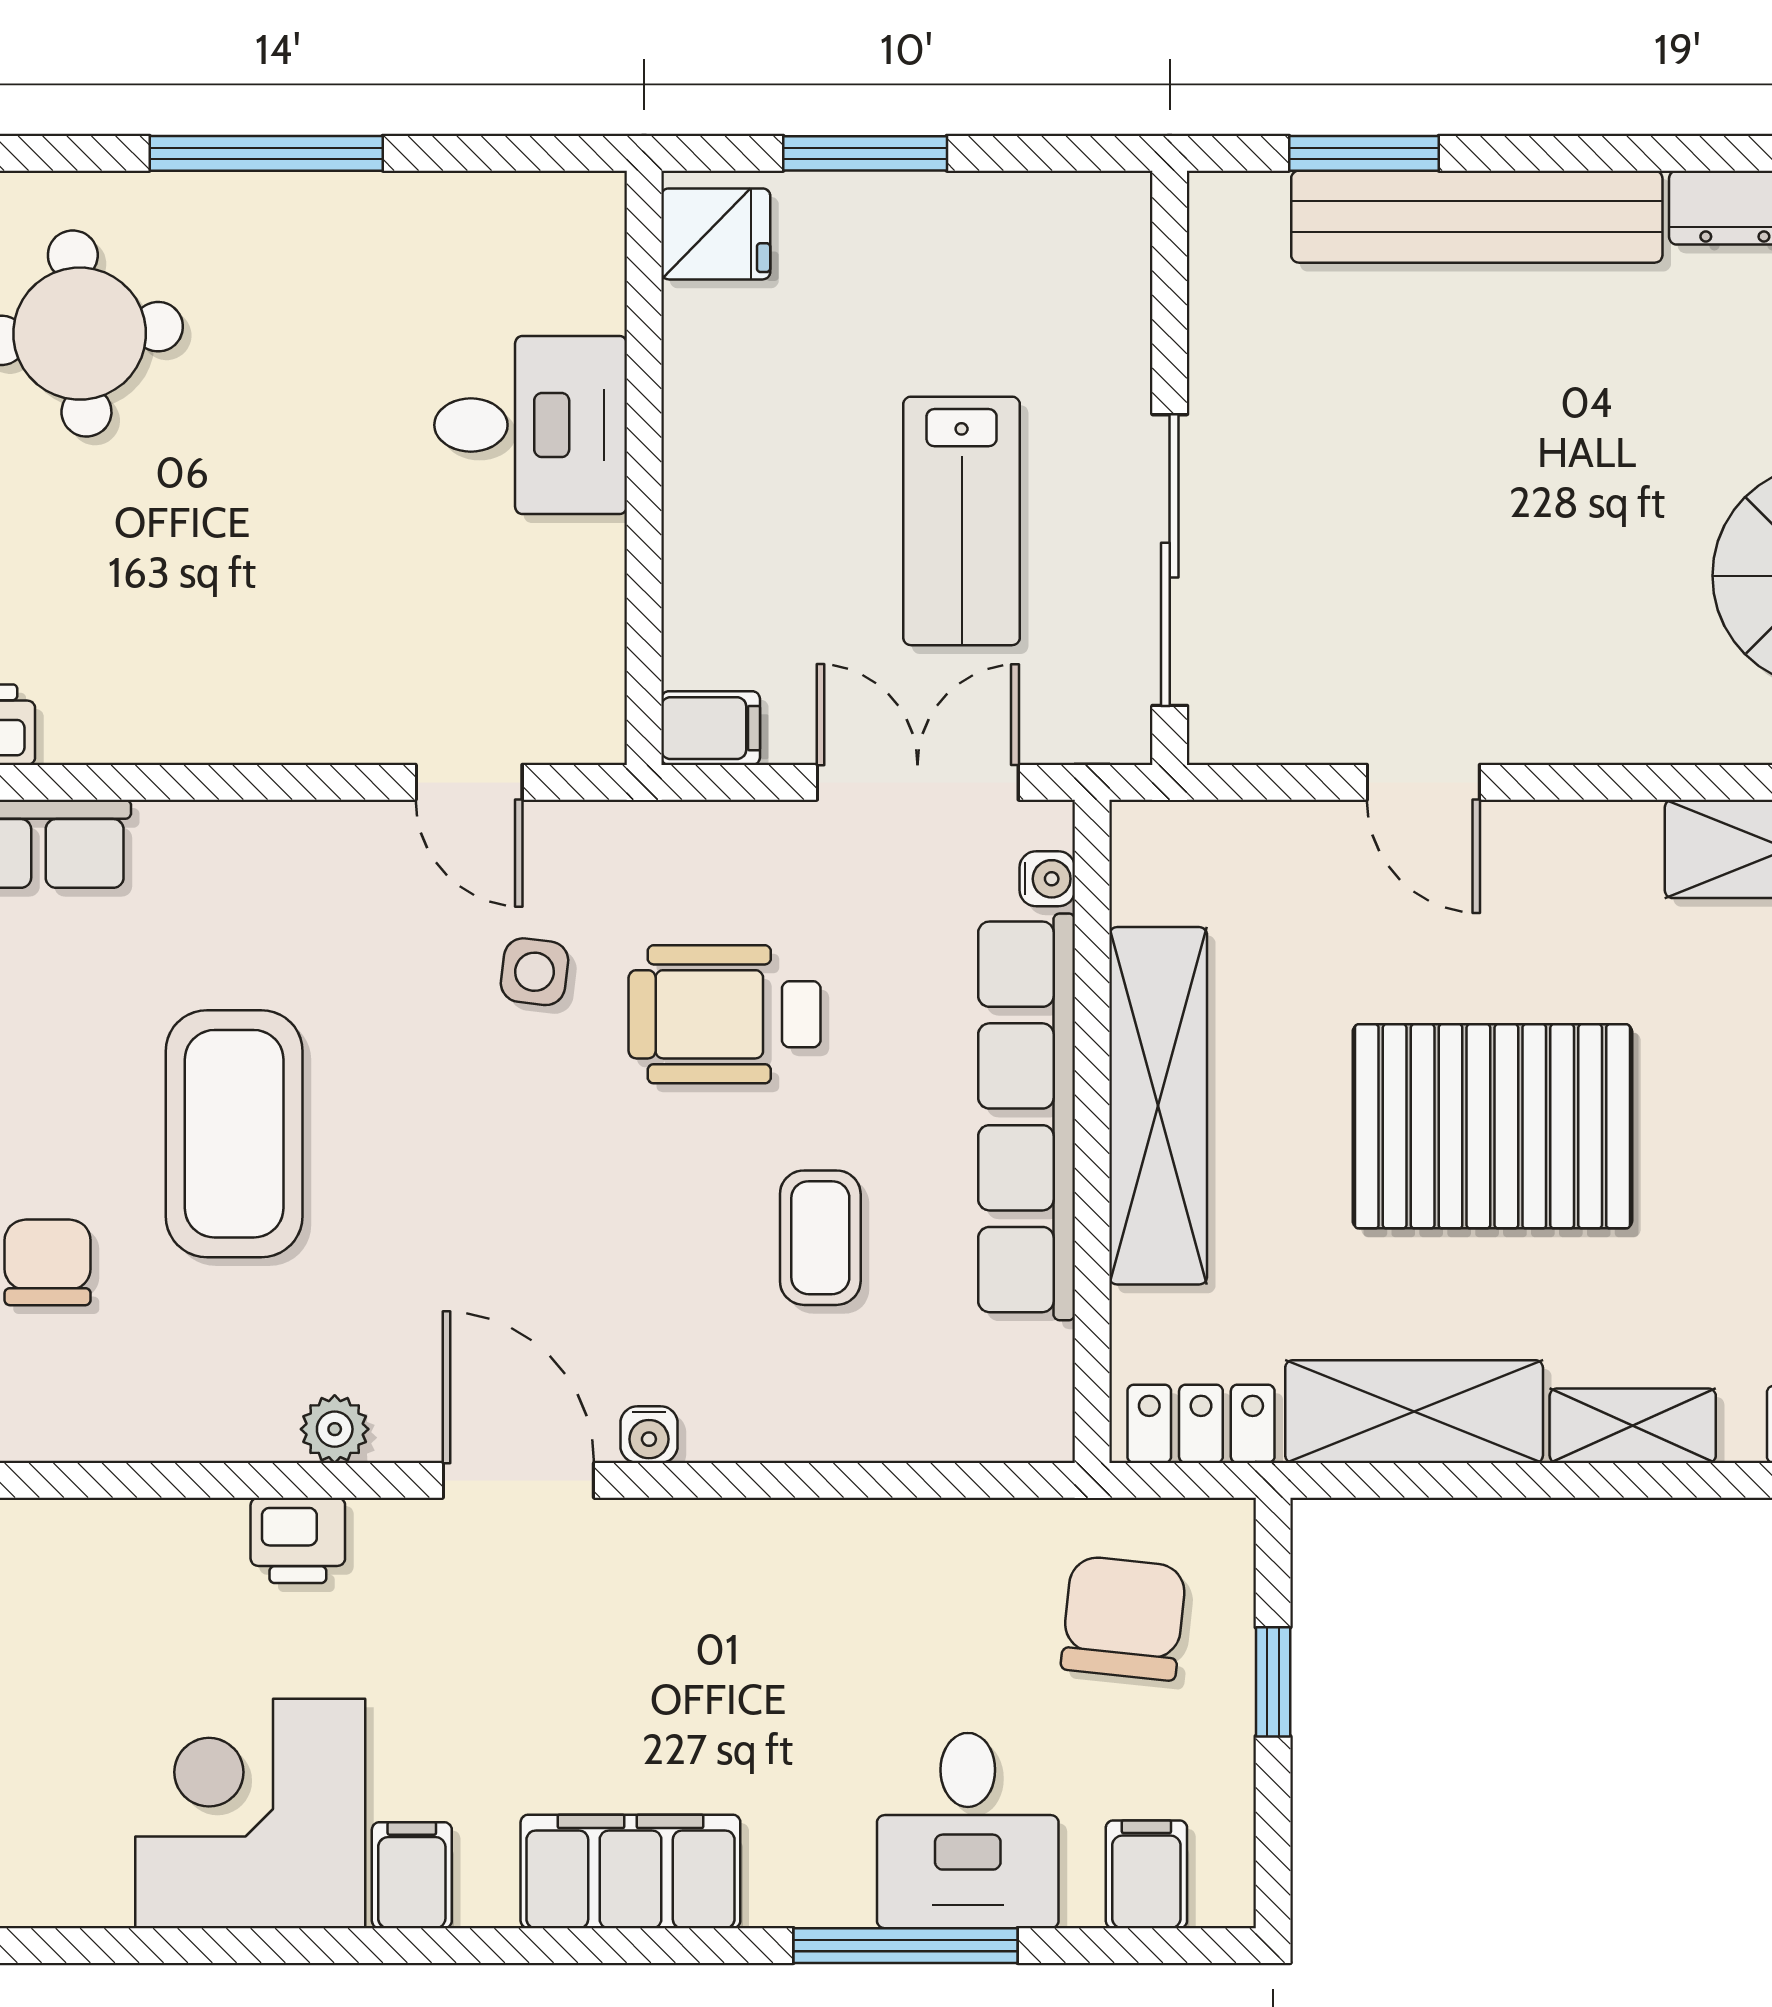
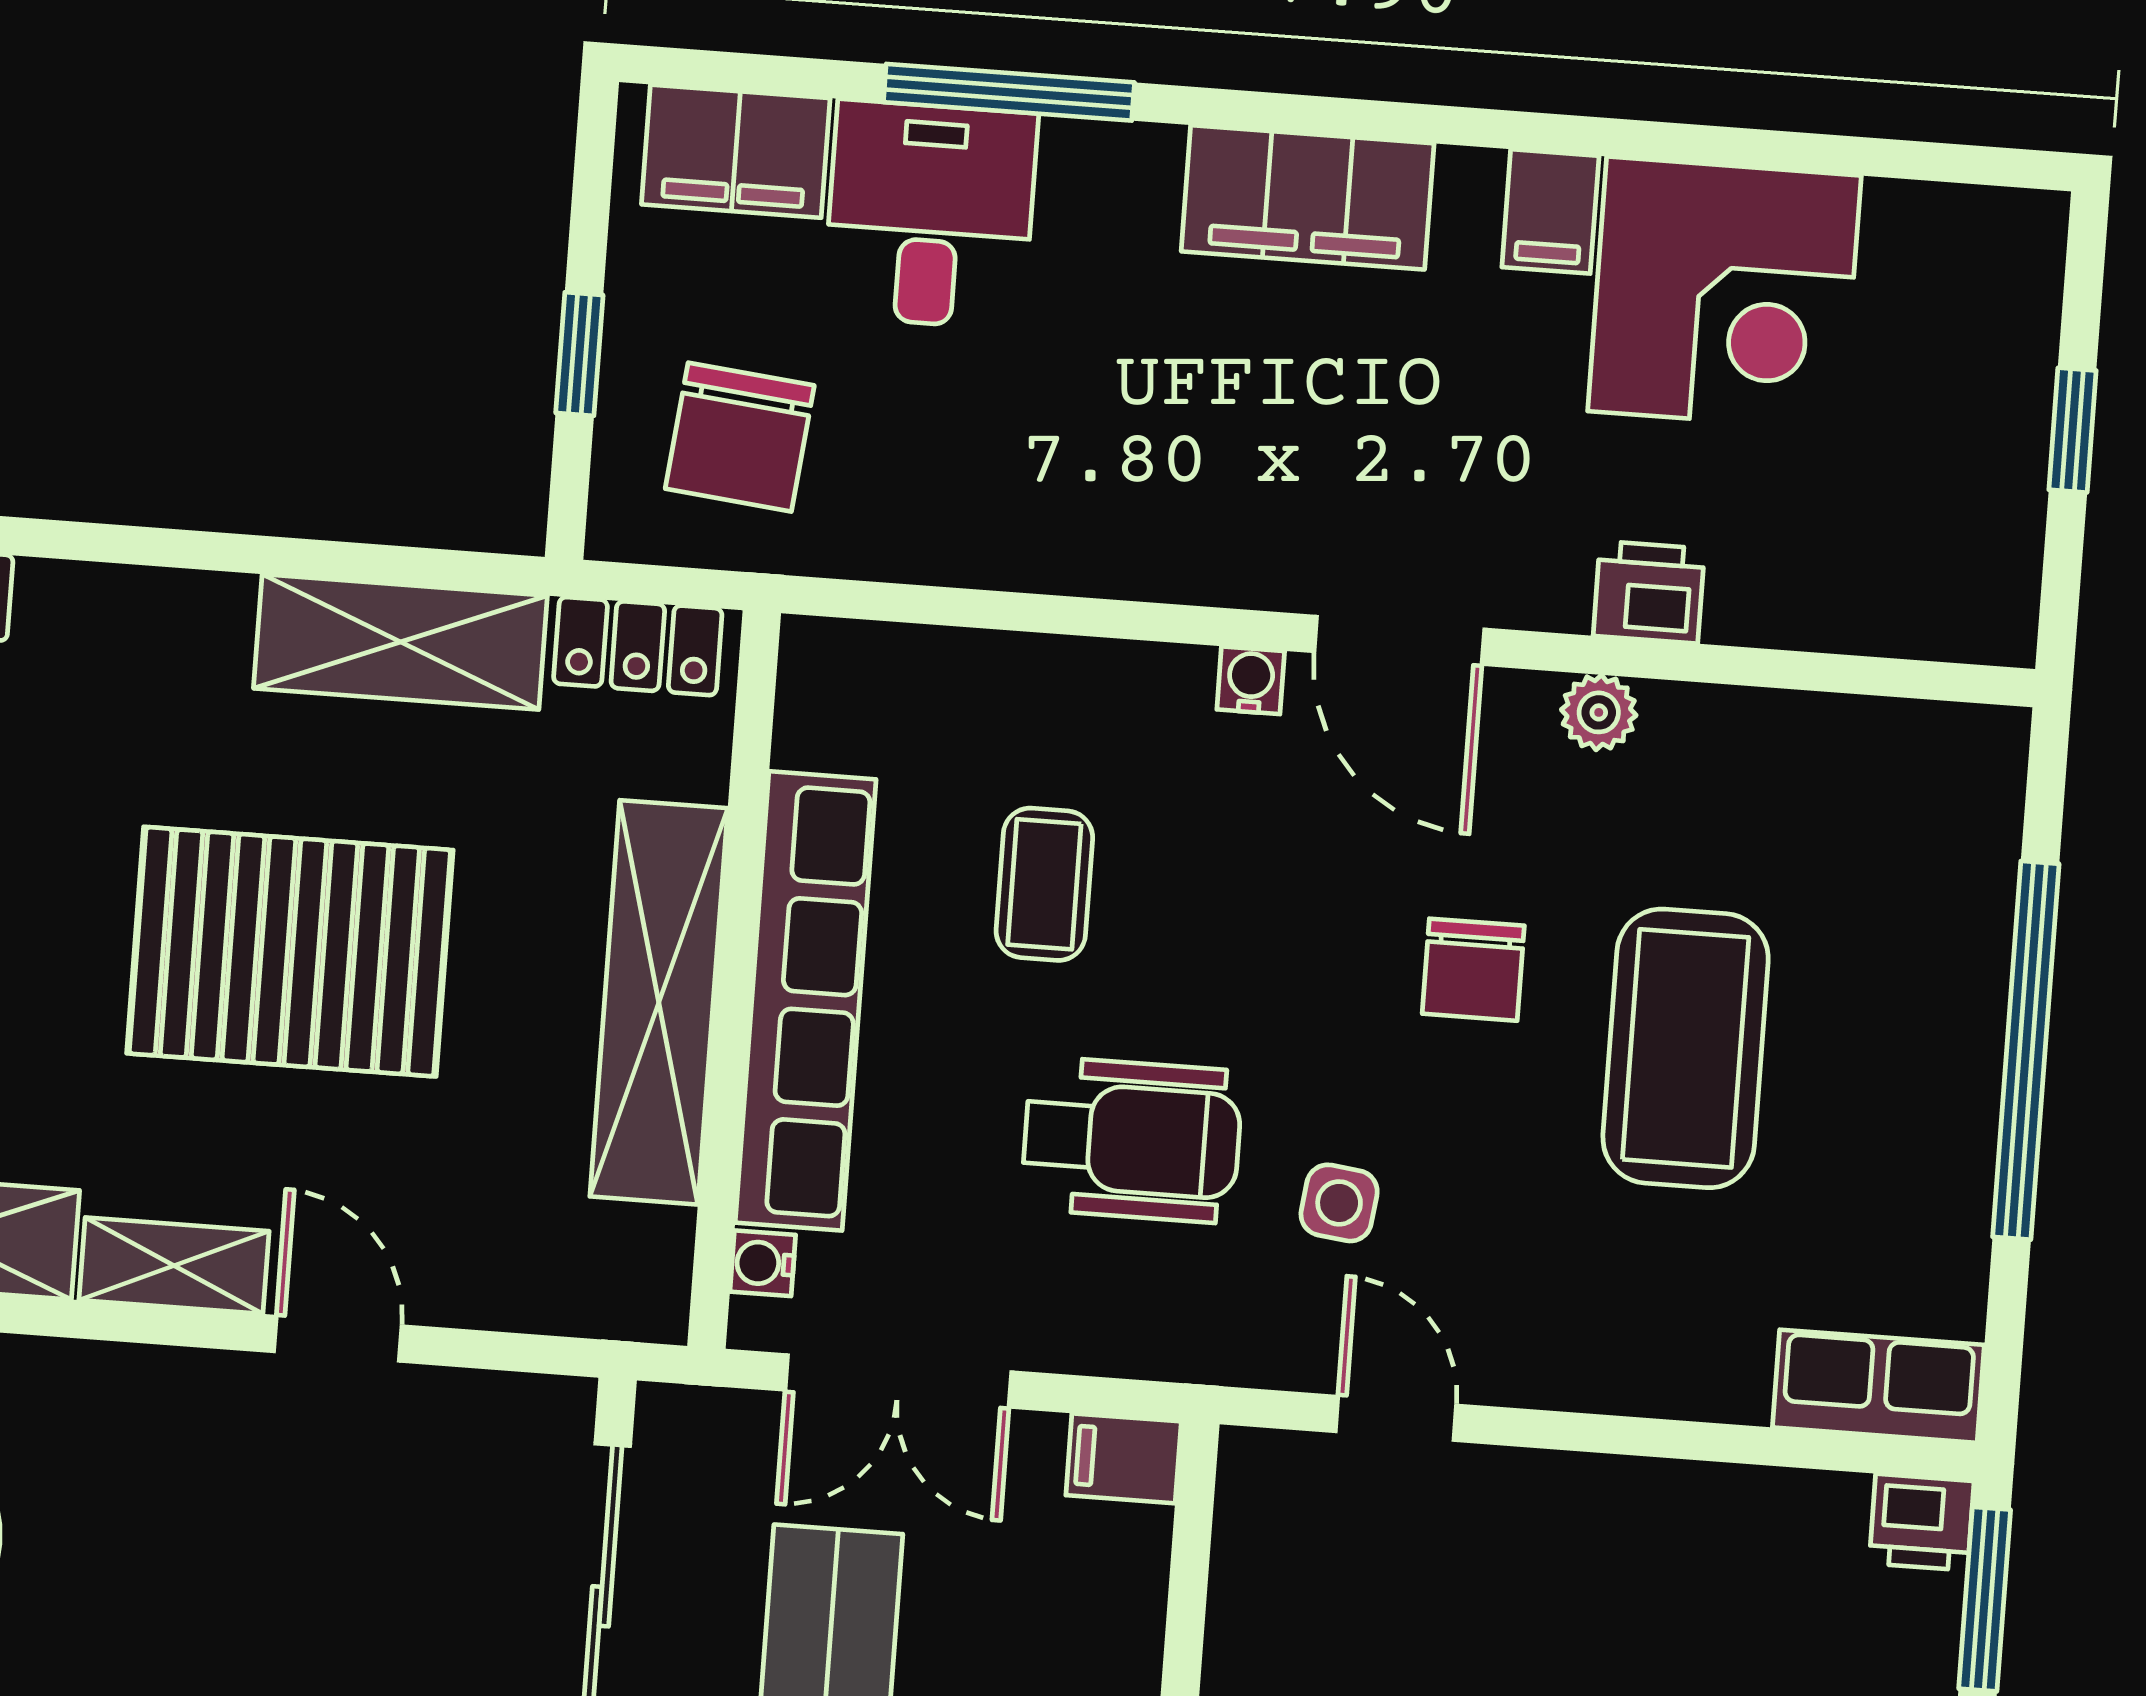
chair: (48, 1262) -> (1473, 970), moved
shelving: (1633, 1426) -> (174, 1266), moved
filing cabinet: (1146, 1874) -> (736, 151), width x2.00

